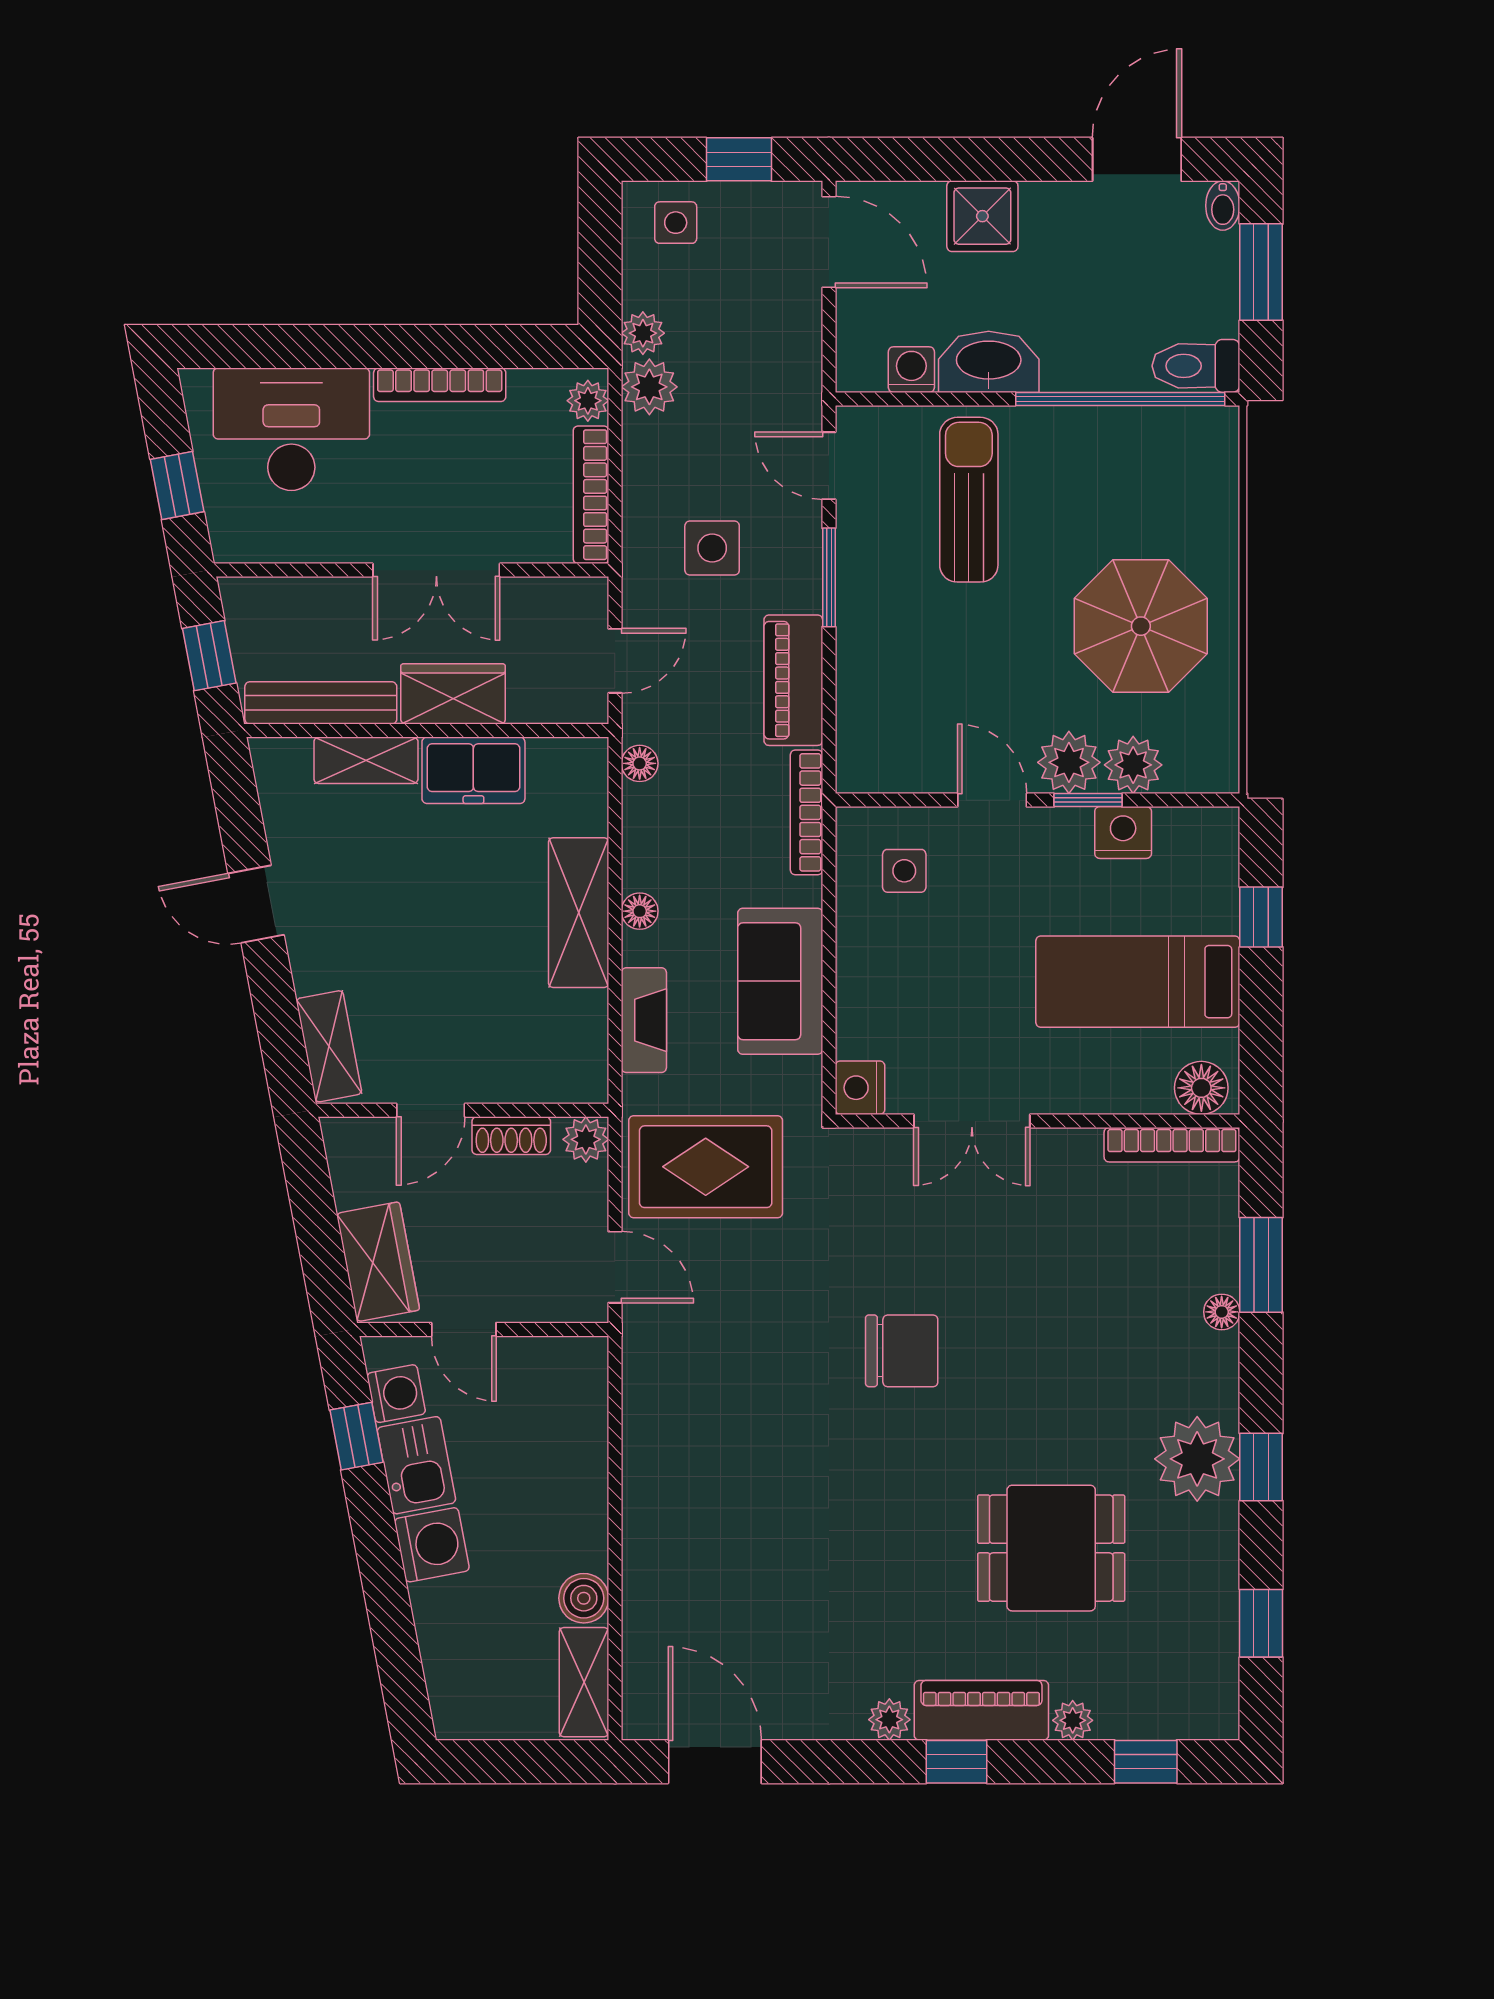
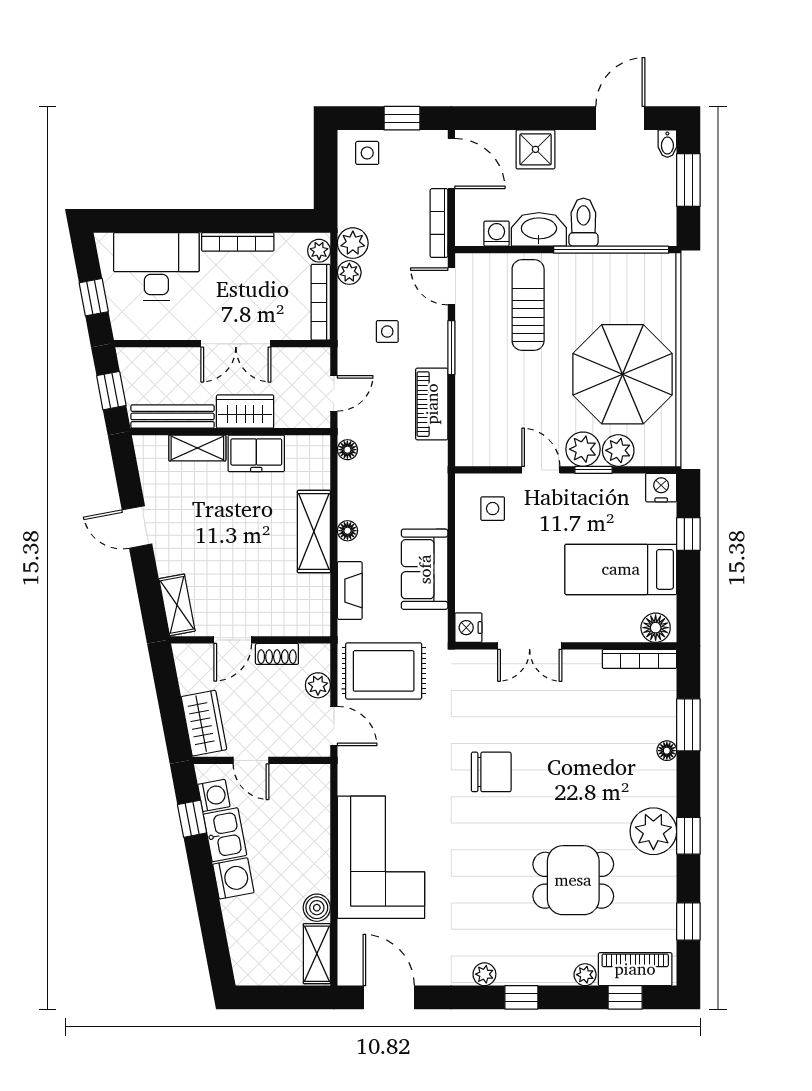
plant: (643, 333) -> (349, 273), moved
toilet: (1196, 366) -> (583, 222), moved, turned 90
side table: (712, 548) -> (387, 332), width x0.73, depth x0.73
parasol: (1141, 626) -> (622, 374), width x1.36, depth x1.36
bookcase: (806, 812) -> (439, 223), moved
nightstand: (1123, 833) -> (661, 488), moved
plant: (586, 1139) -> (318, 685), moved
corner sofa: (701, 1506) -> (381, 857), added
piano: (981, 1710) -> (635, 969), moved

